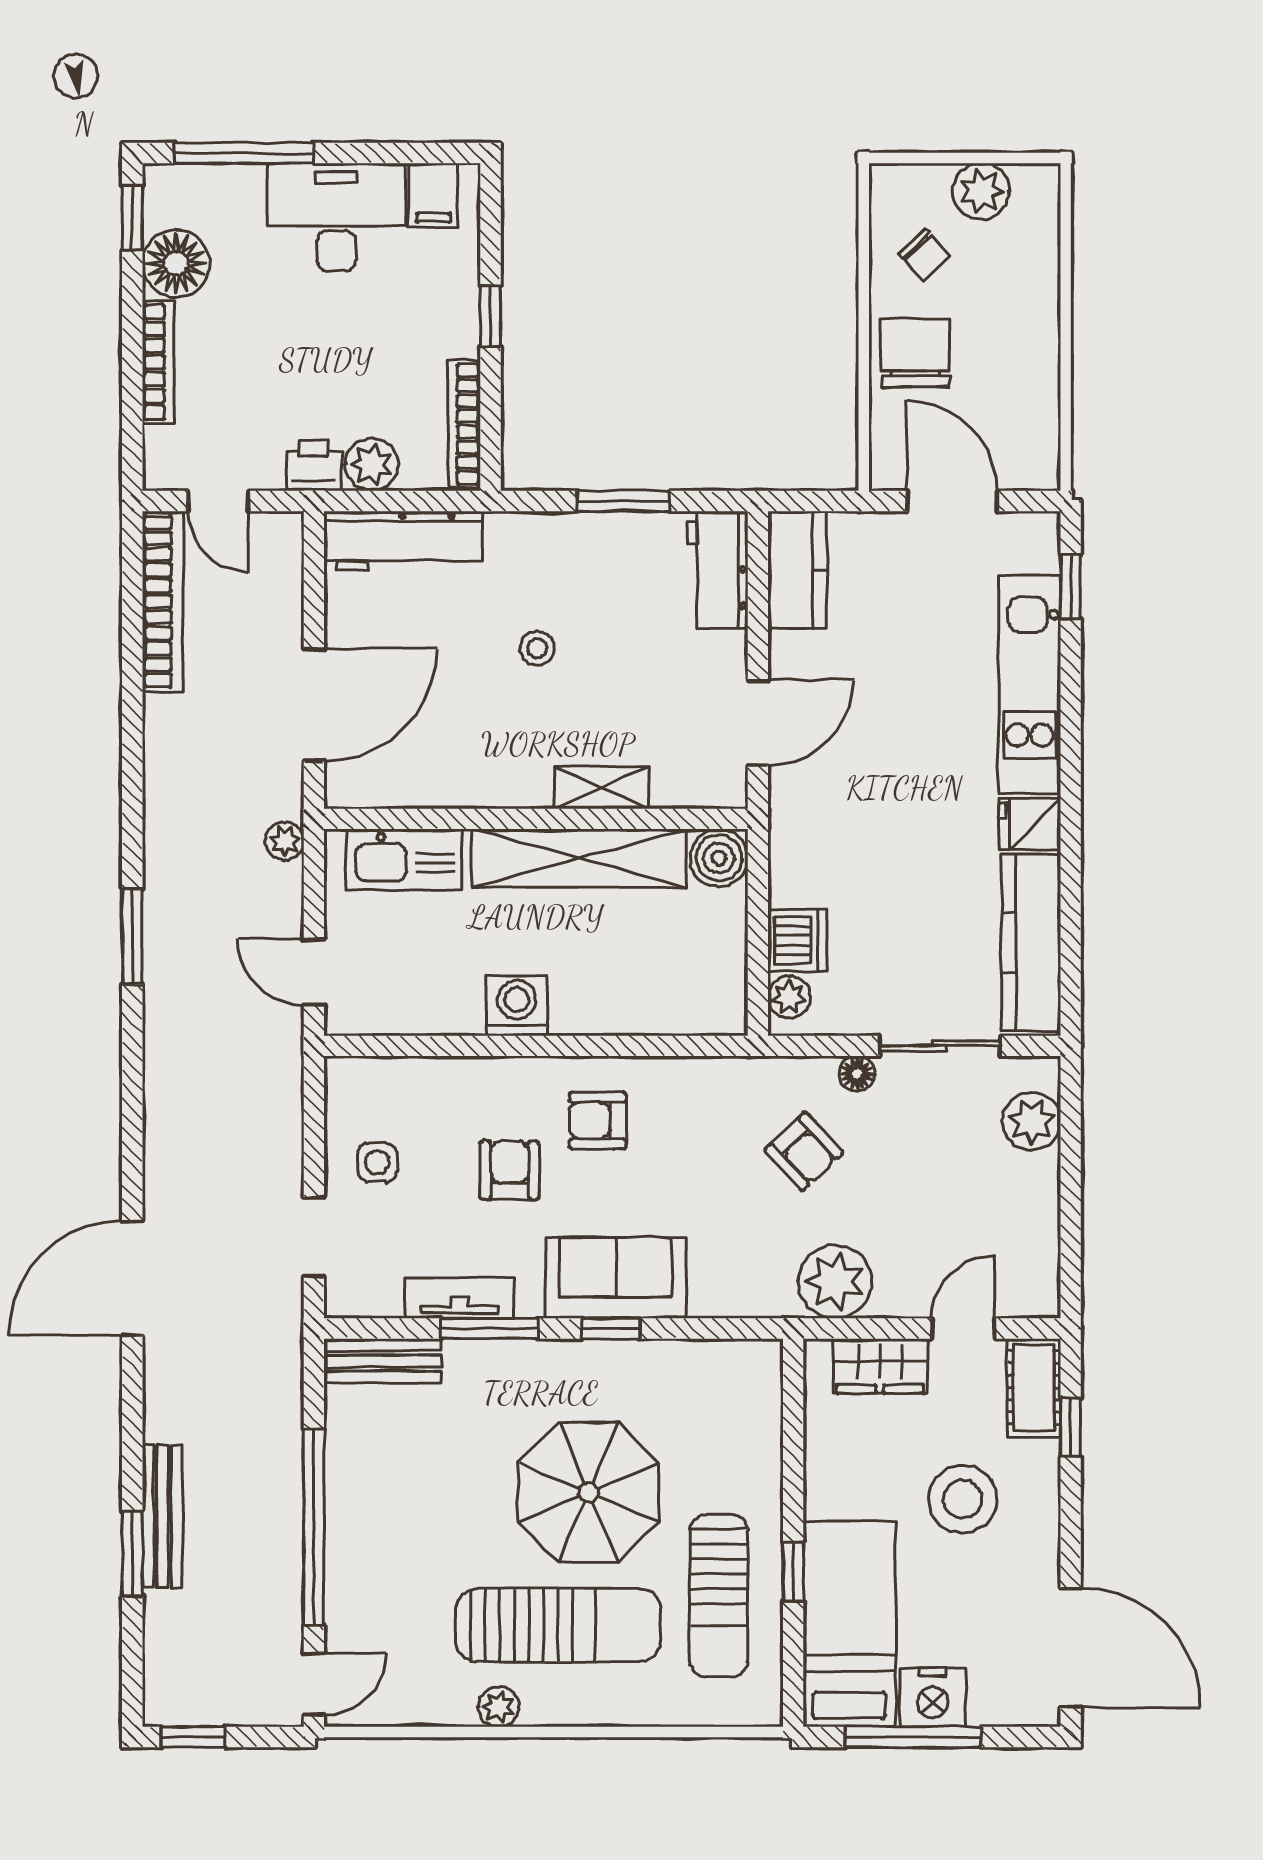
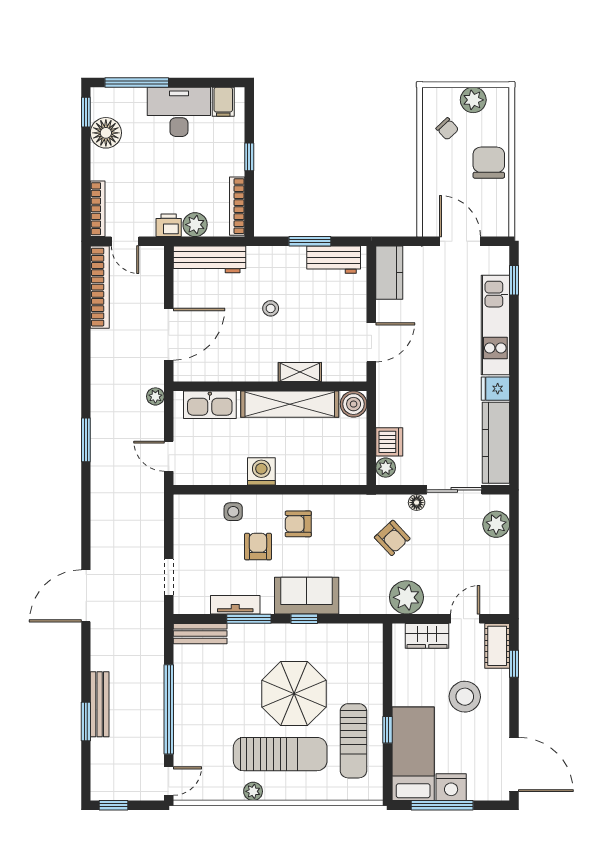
chair: (916, 353) -> (489, 163), moved
bookcase: (158, 362) -> (98, 209), moved
workbench: (717, 570) -> (334, 260), moved, turned -90
side table: (377, 1162) -> (233, 512), moved

